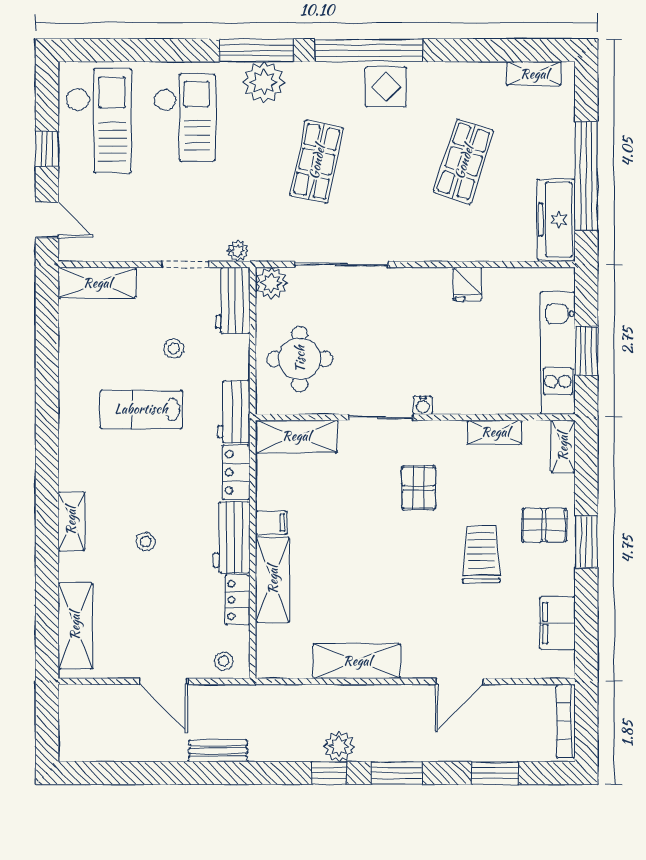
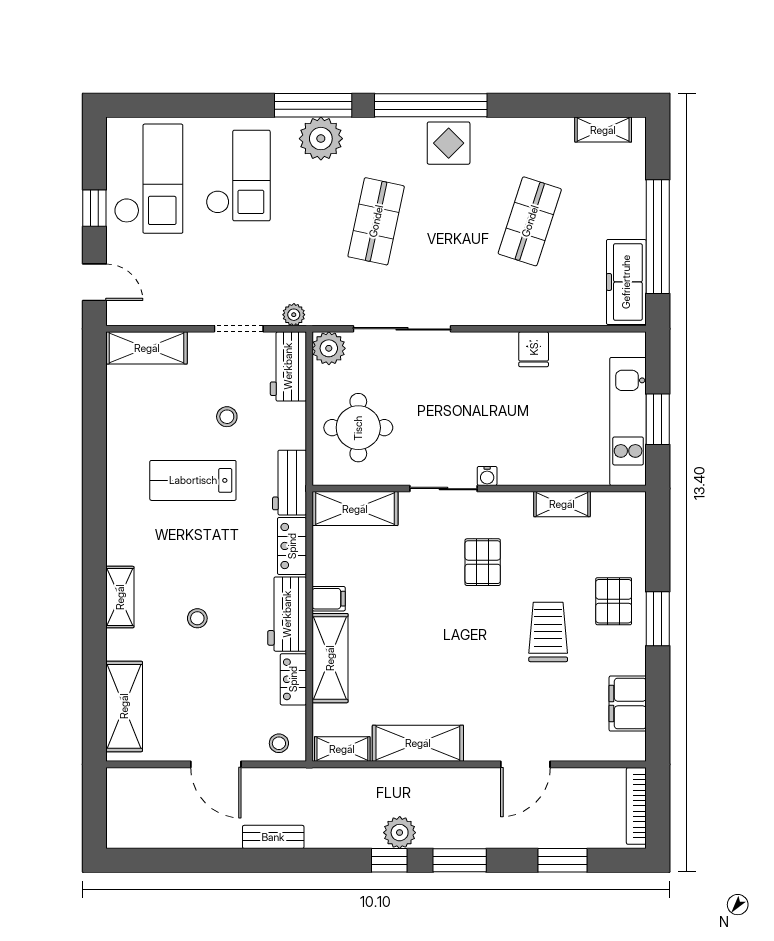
shelving: (563, 447) -> (342, 749), moved, turned 90
pallet: (544, 525) -> (614, 601), turned 90

